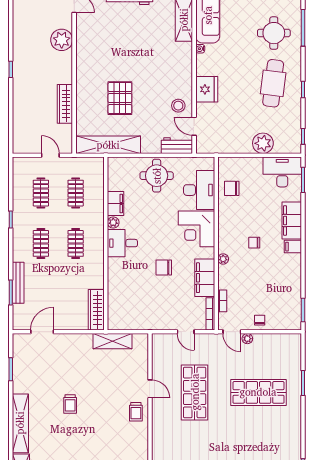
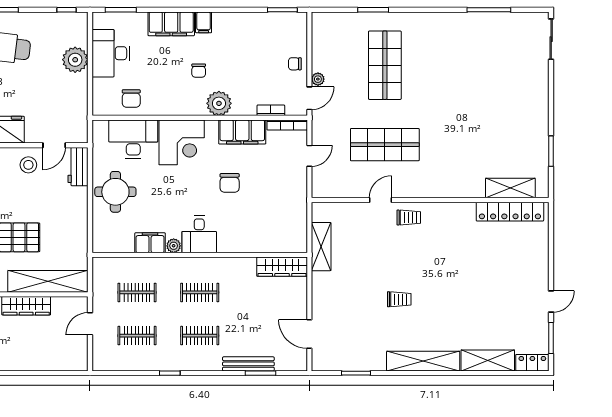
shelving: (108, 145) -> (48, 281), moved, turned 90
desk: (282, 172) -> (111, 53), moved
plant: (223, 259) -> (219, 103), width x1.87, depth x1.87

